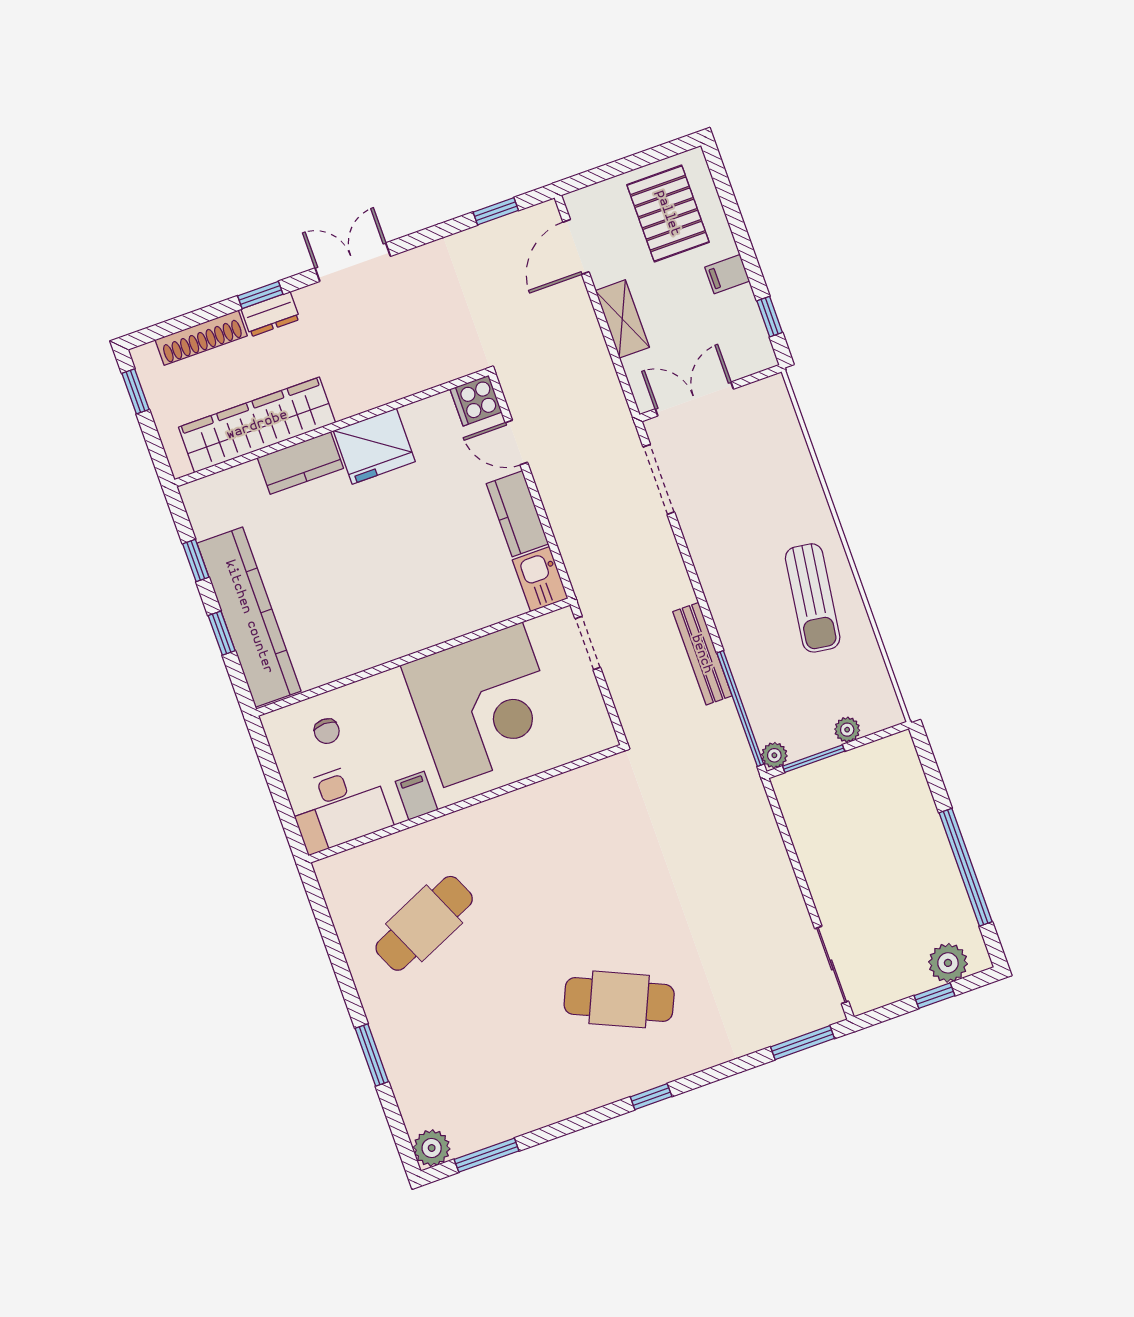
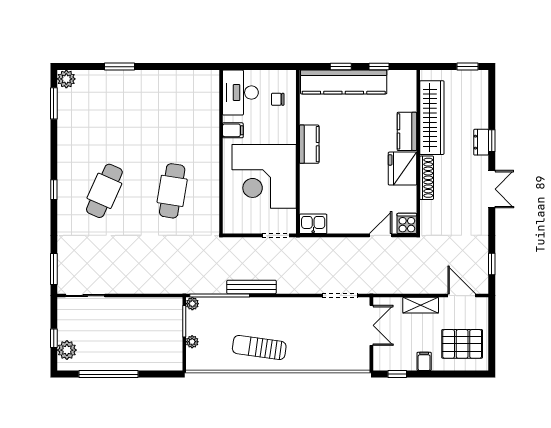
shoe rack: (201, 338) -> (427, 178), moved, turned 180
kitchen counter: (517, 514) -> (309, 144), moved, turned 90
cafe table: (424, 923) -> (172, 191), moved, turned 33

